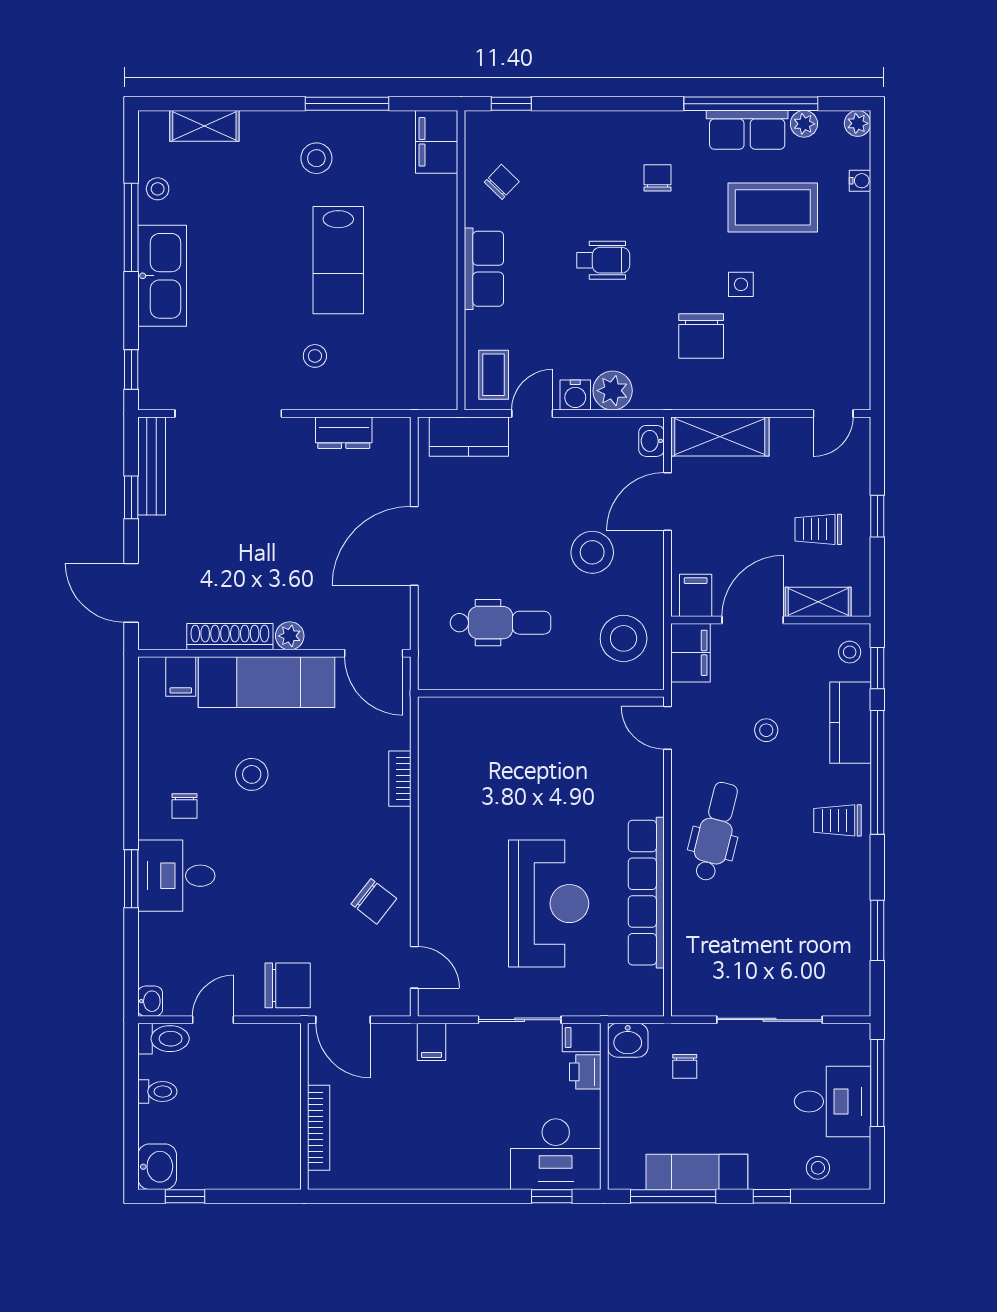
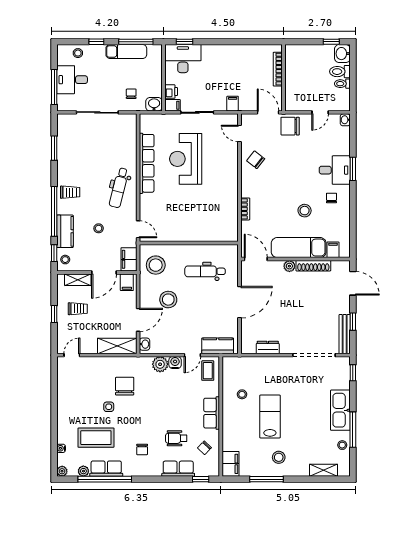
row of seats: (567, 130) -> (178, 469), added
wheelchair: (603, 260) -> (176, 438), moved
stool: (315, 356) -> (242, 394), moved
toilet: (163, 1039) -> (340, 72), moved

